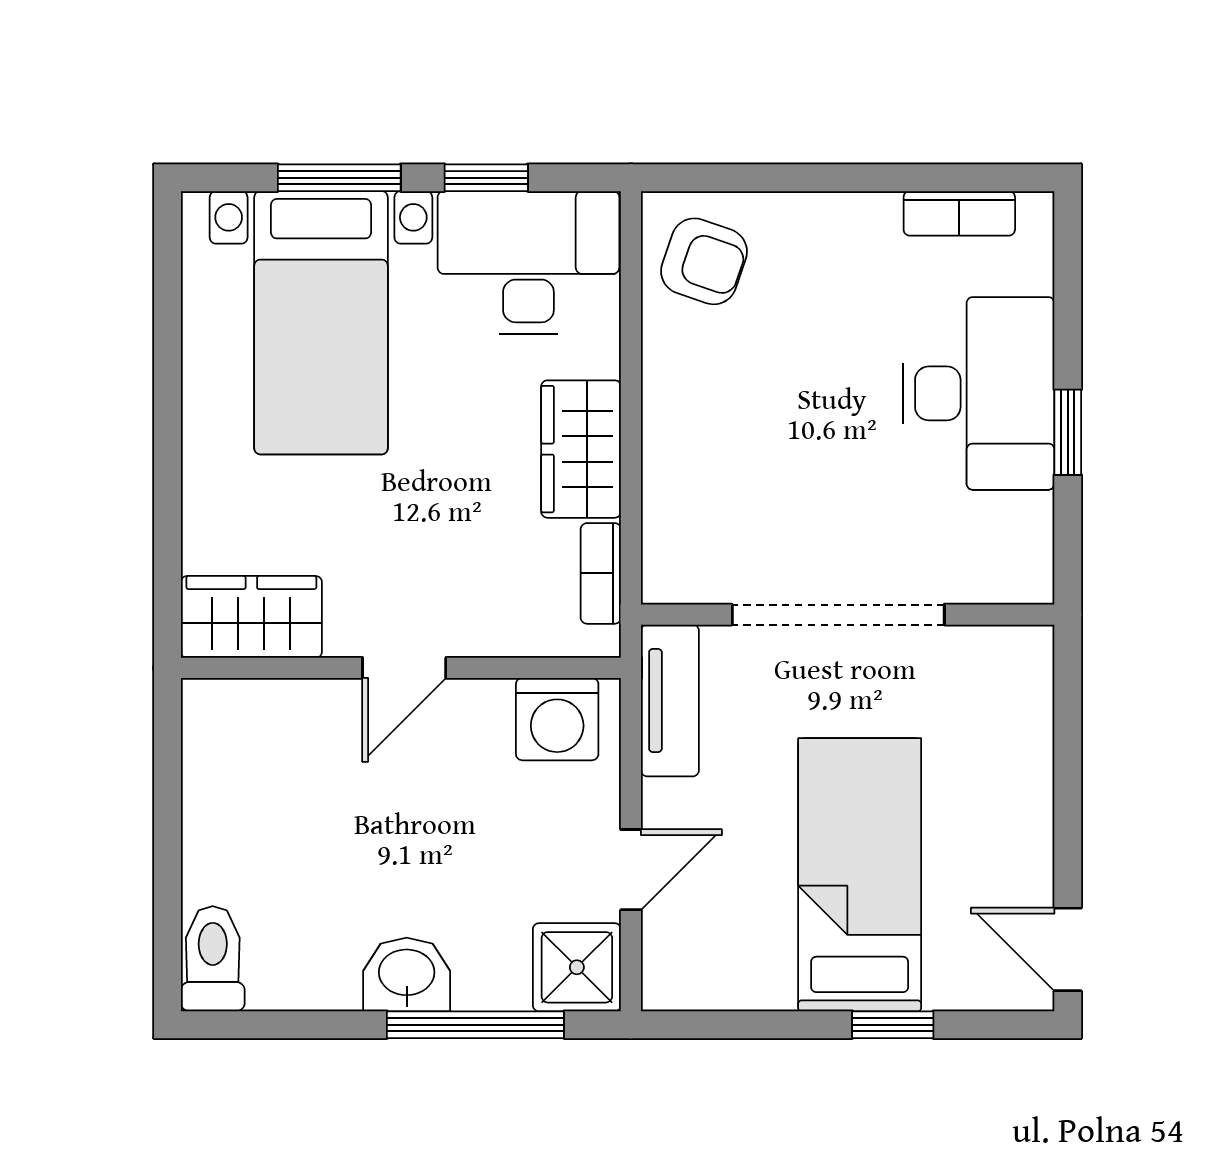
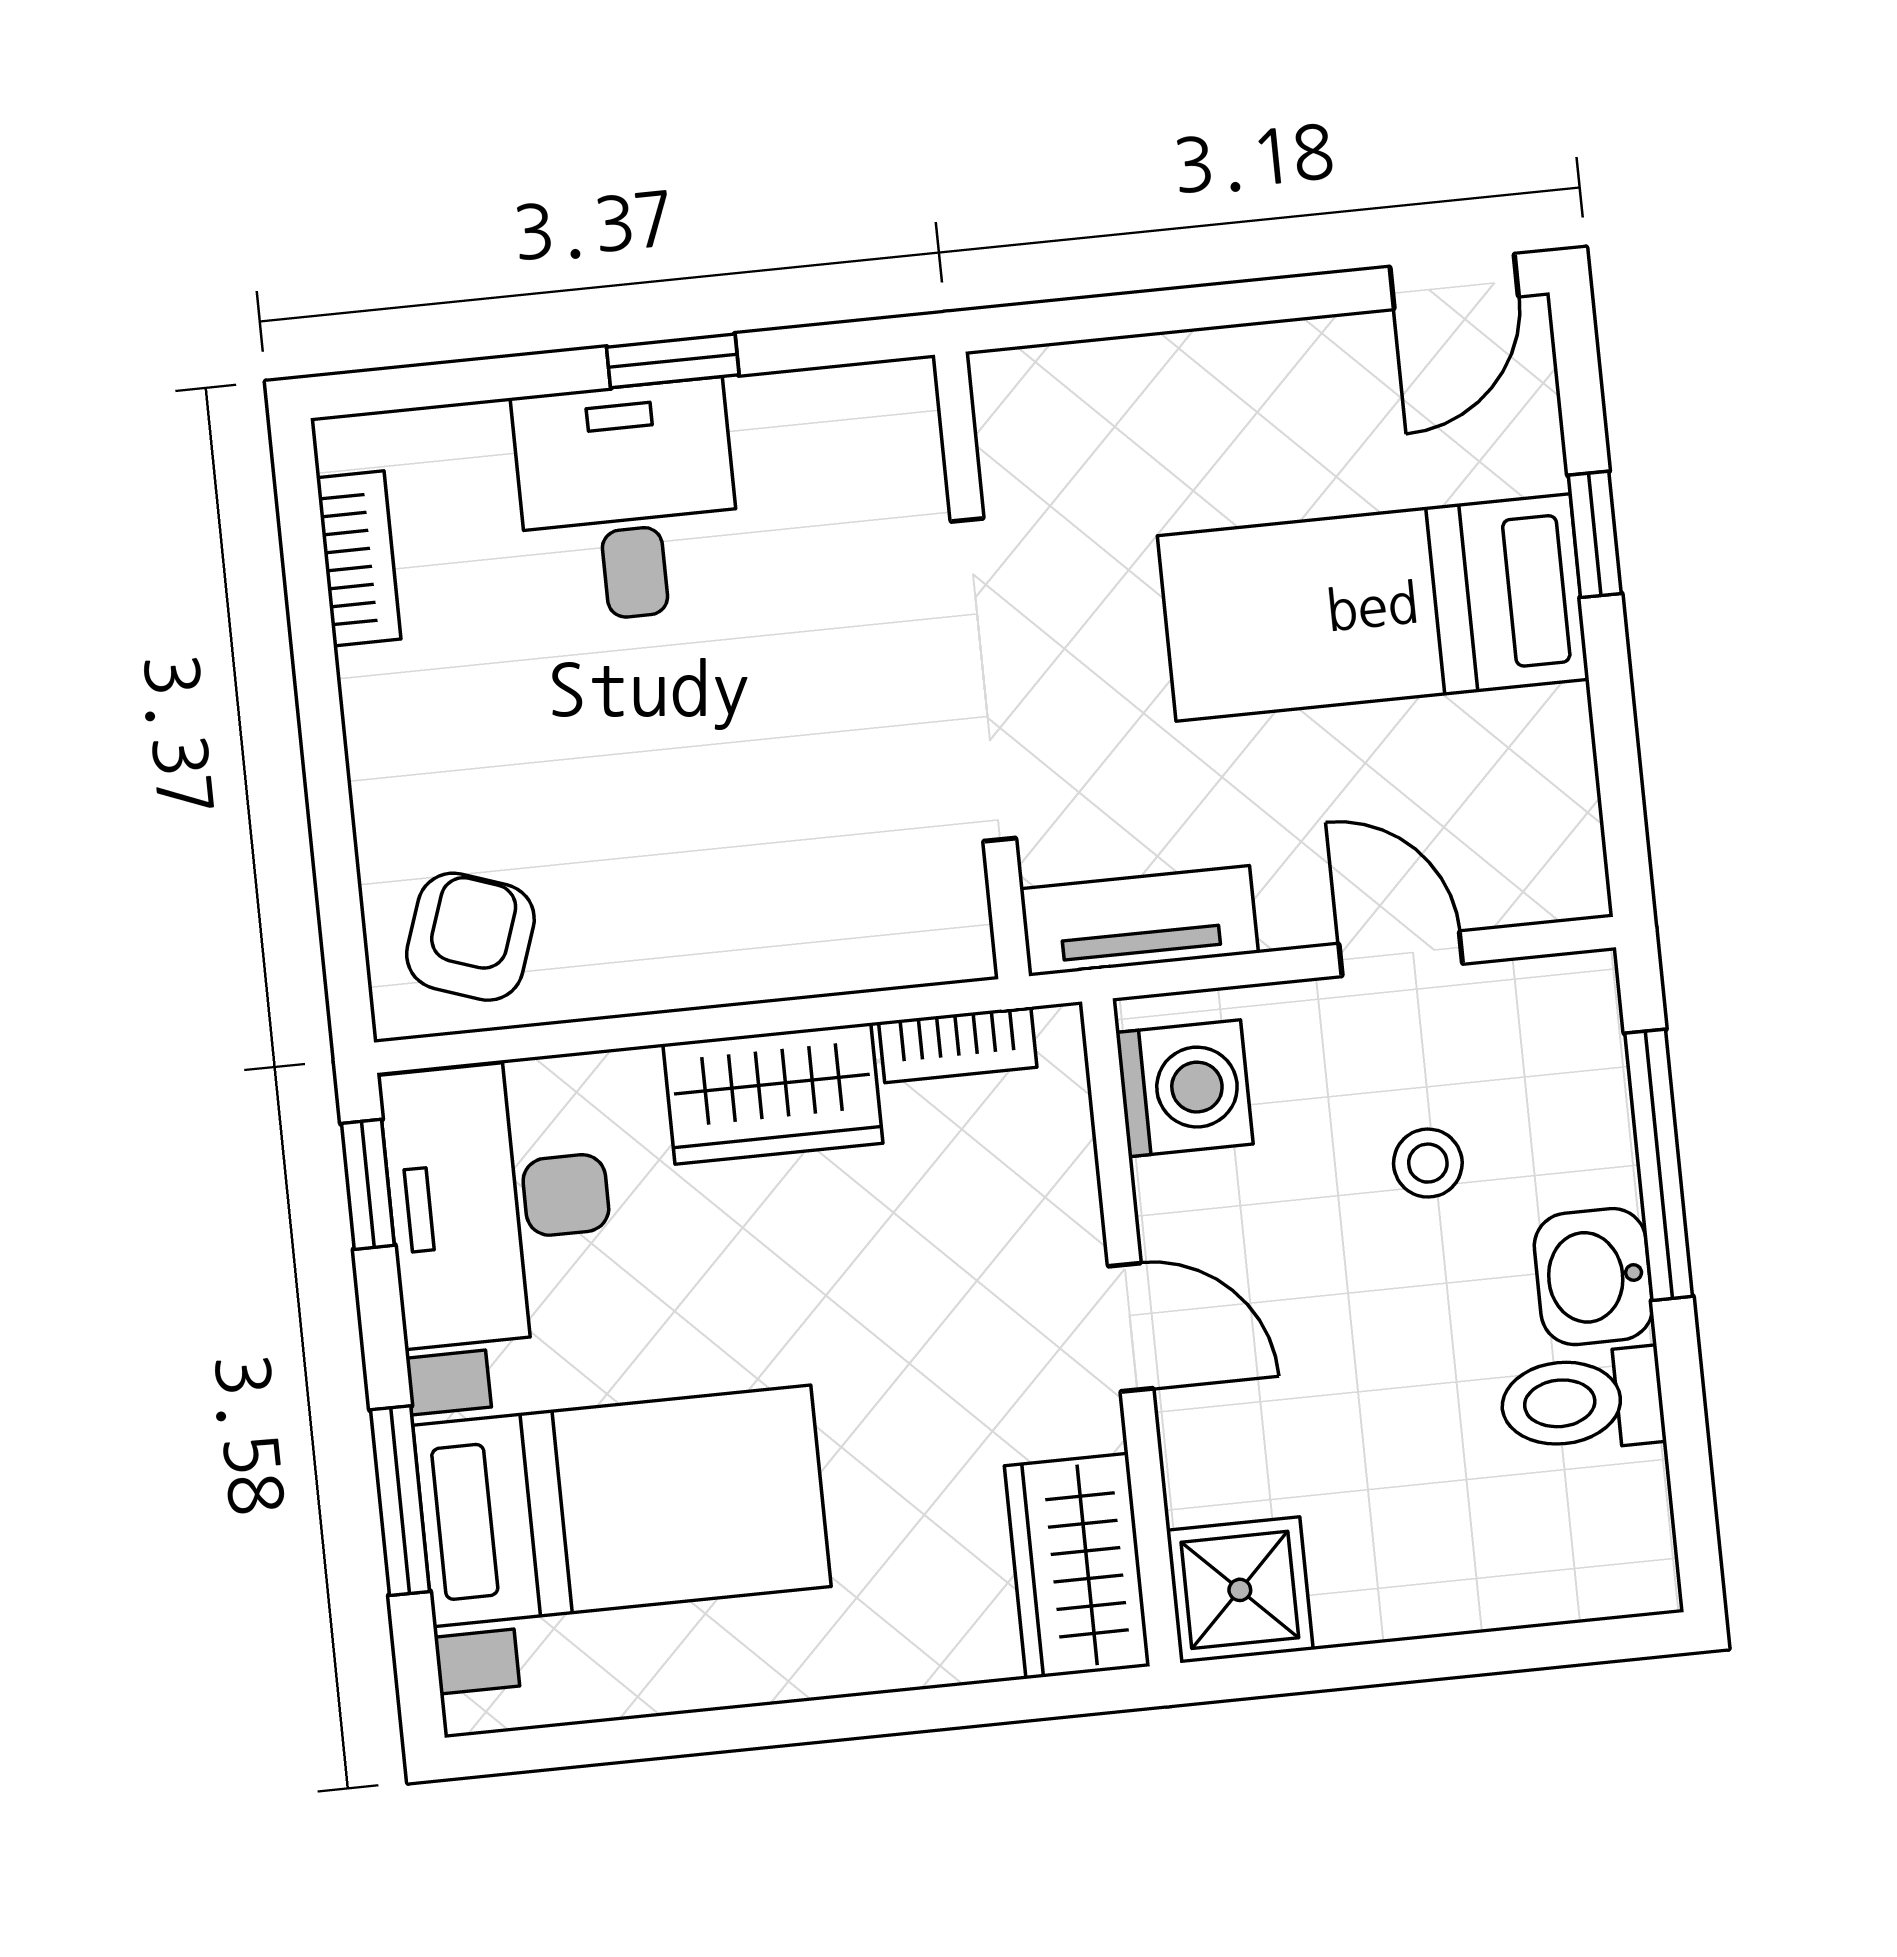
window: (486, 178) -> (368, 1184), moved
desk: (979, 393) -> (628, 501), width x0.73
stool: (492, 874) -> (1428, 1163), added
toilet: (213, 959) -> (1582, 1401), moved
shower: (577, 967) -> (1240, 1590), moved

